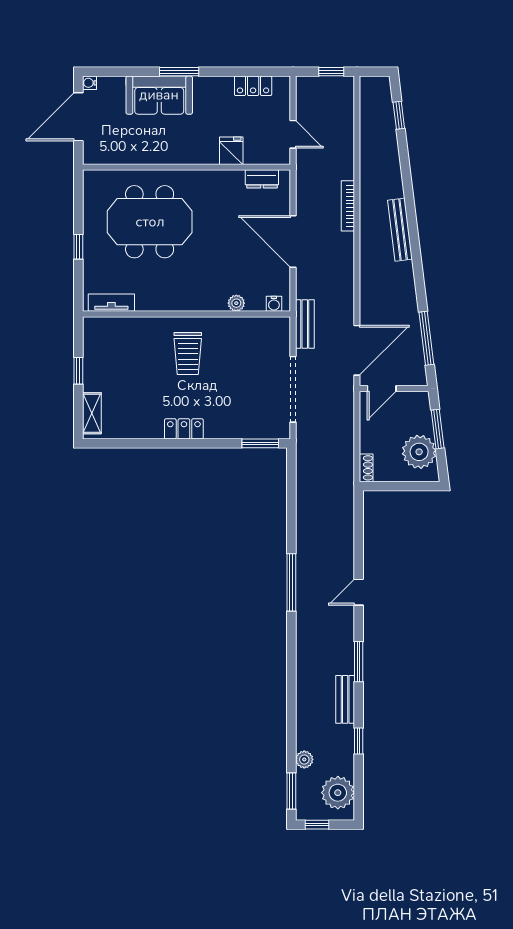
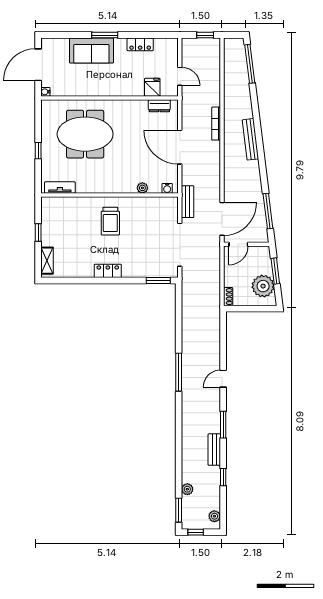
water cooler: (89, 83) -> (45, 92), moved
locker: (253, 86) -> (140, 44), moved
window: (399, 115) -> (250, 64), width x2.17
fridge: (231, 151) -> (152, 87), moved
plant: (338, 793) -> (214, 516), width x0.53, depth x0.53

